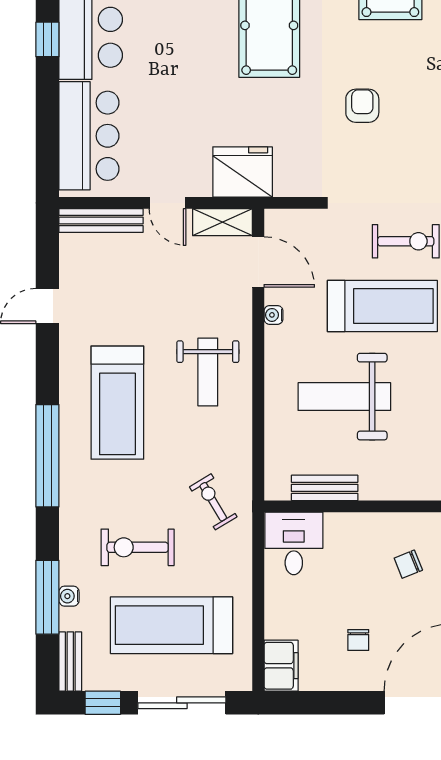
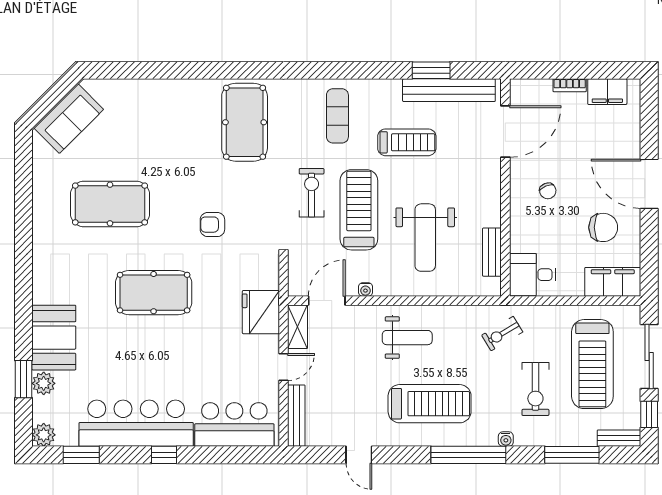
water cooler: (69, 596) -> (506, 439), moved
chair: (358, 640) -> (603, 227), width x1.87, depth x1.87
filing cabinet: (281, 666) -> (613, 282), width x1.50, depth x1.17

